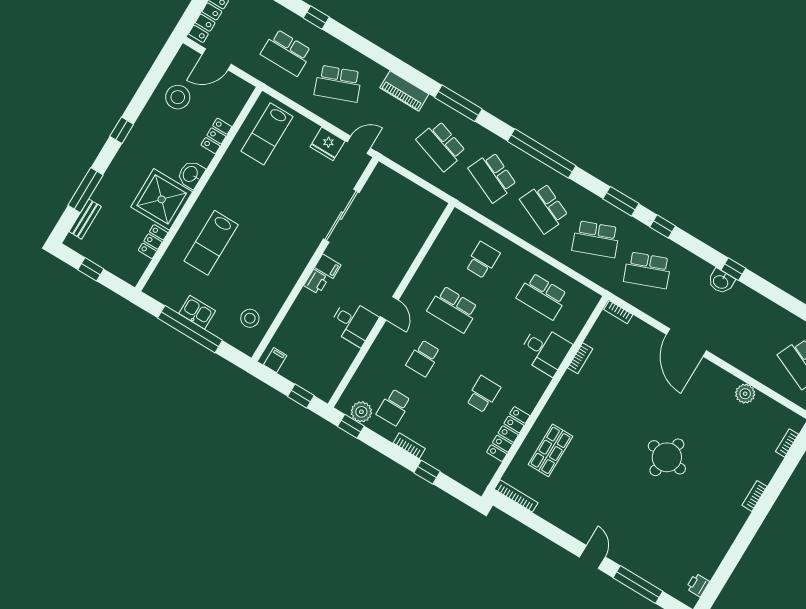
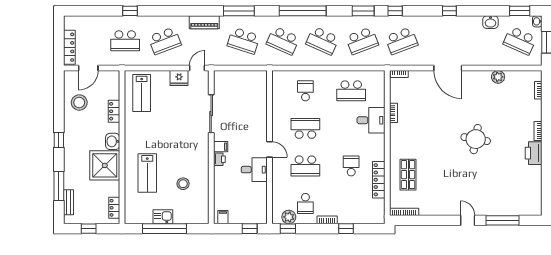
locker: (153, 242) -> (114, 208), moved
washbasin: (721, 282) -> (490, 22), moved
school desk: (453, 309) -> (305, 128), turned 180
stool: (250, 318) -> (183, 184), moved
school desk: (423, 358) -> (305, 166), width x1.85
printer: (698, 585) -> (534, 153), moved, width x1.87, depth x1.48

